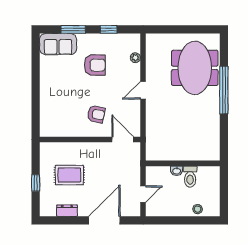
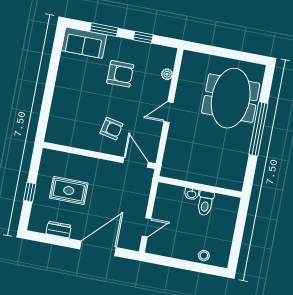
wall: (183, 163) -> (200, 187), moved
washbasin: (177, 171) -> (192, 194), moved
toilet: (190, 177) -> (205, 203), moved

